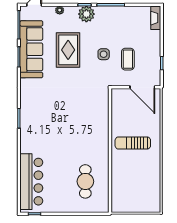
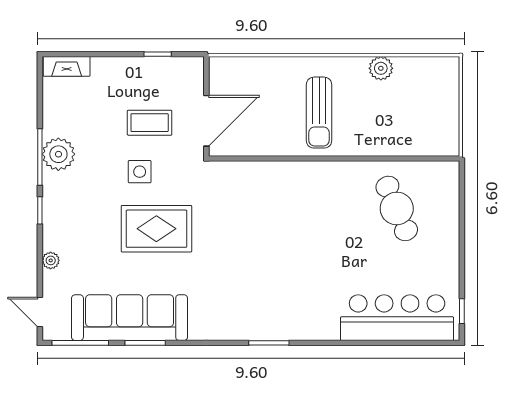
plant: (86, 14) -> (58, 154), moved
rug: (68, 50) -> (156, 229), moved
door: (142, 87) -> (206, 121), moved
plant: (155, 174) -> (381, 68), added
cafe table: (85, 181) -> (397, 208), turned 67

